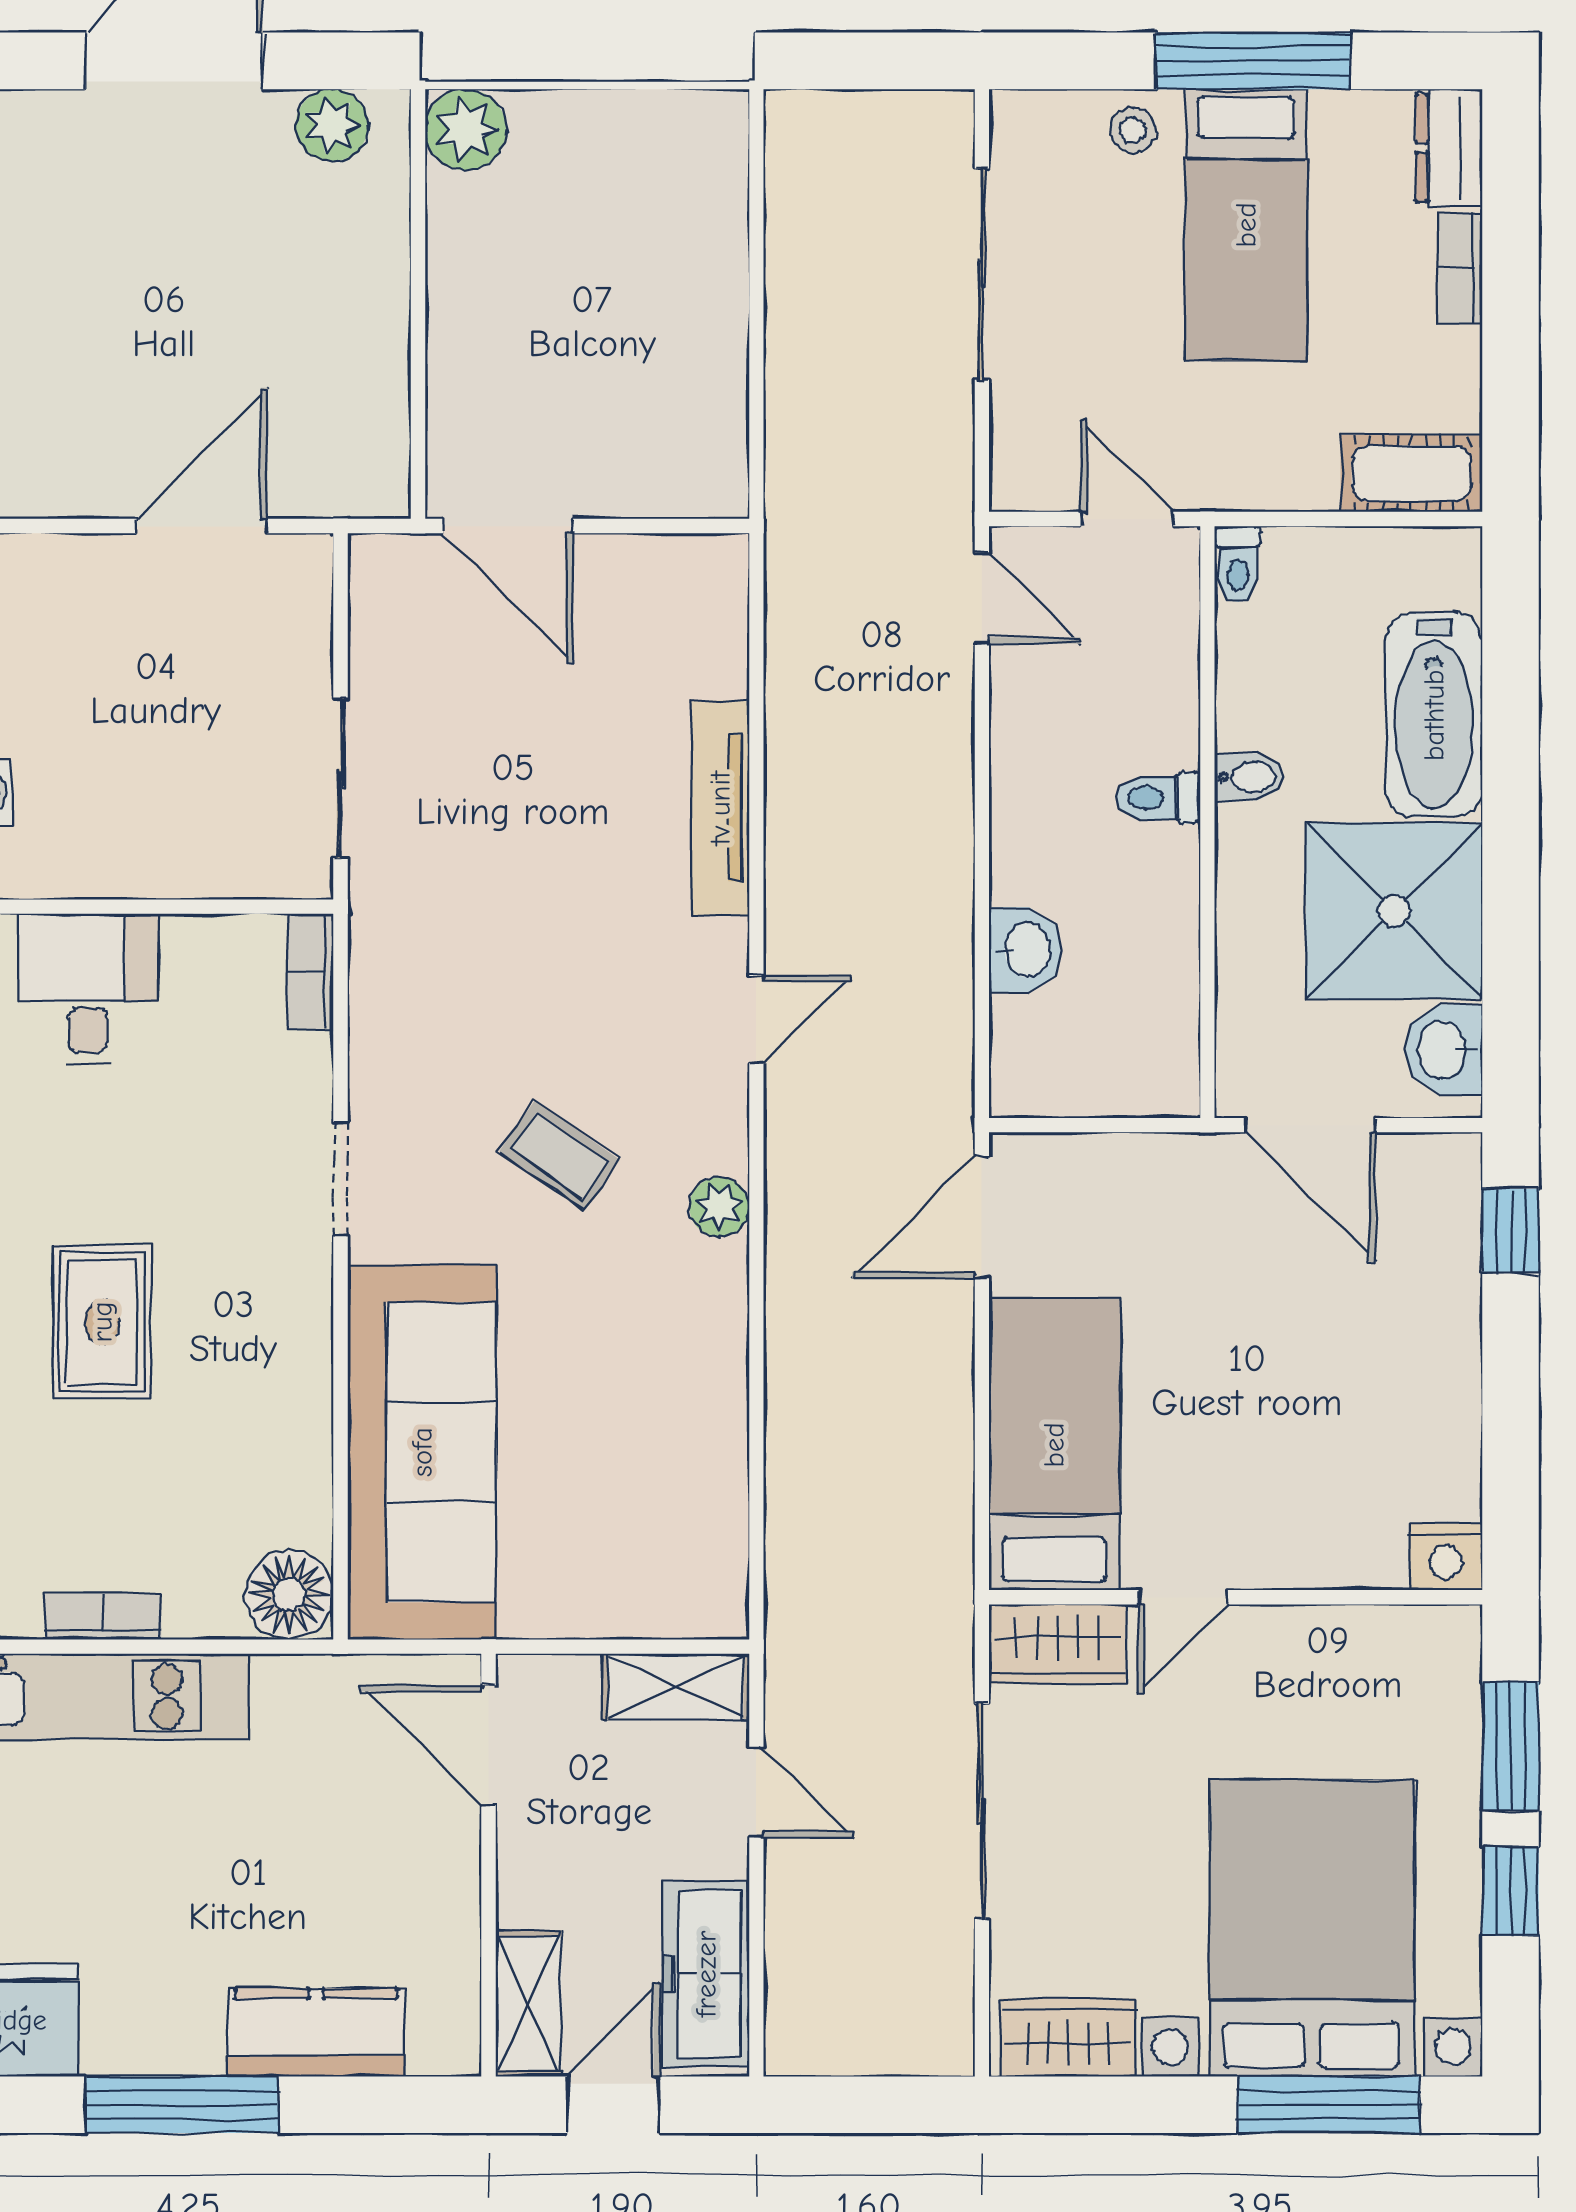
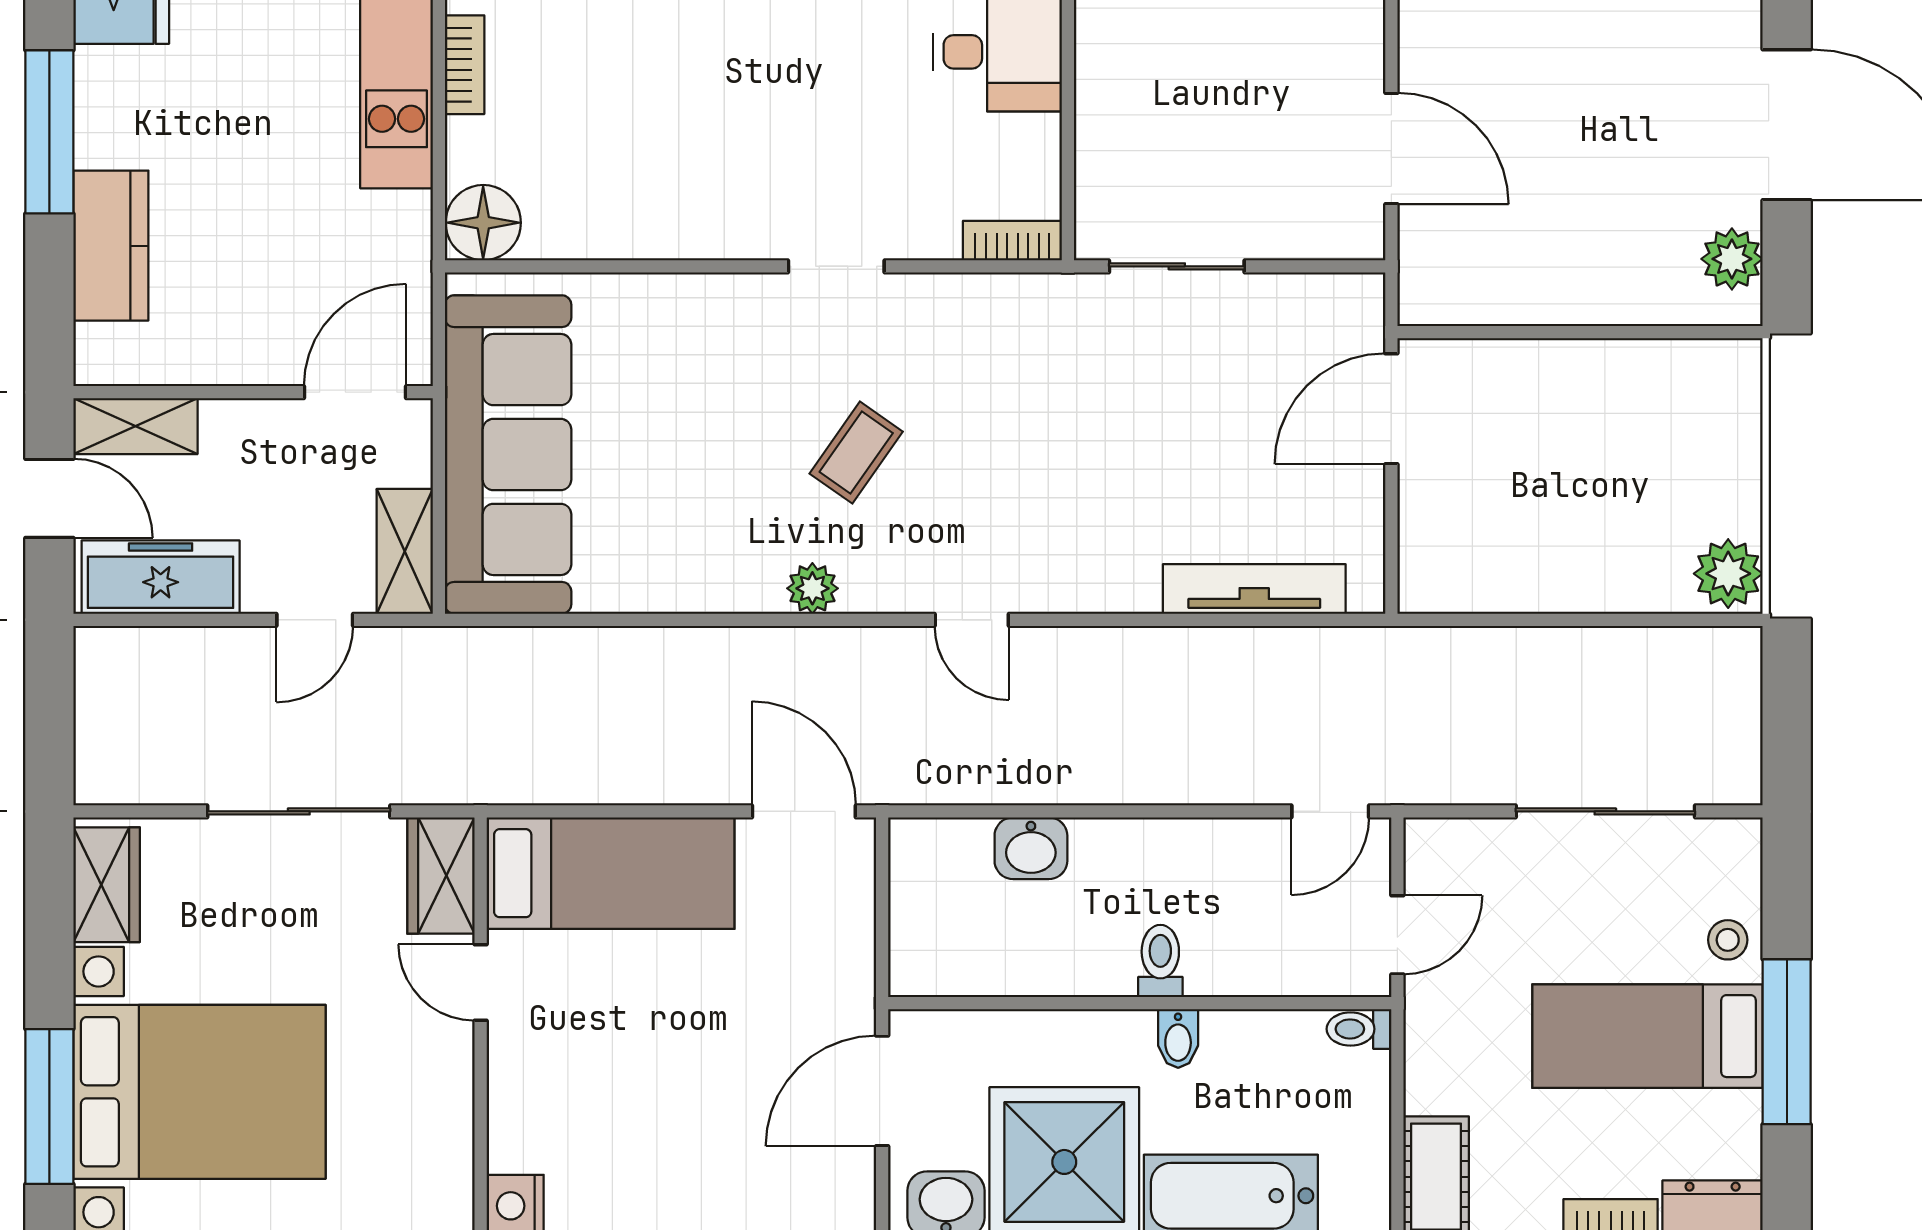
plant: (466, 130) -> (1728, 574), moved
tv unit: (720, 808) -> (1254, 589), moved
rug: (102, 1322) -> (715, 64), removed
sofa: (422, 1452) -> (508, 455), moved, turned -90

